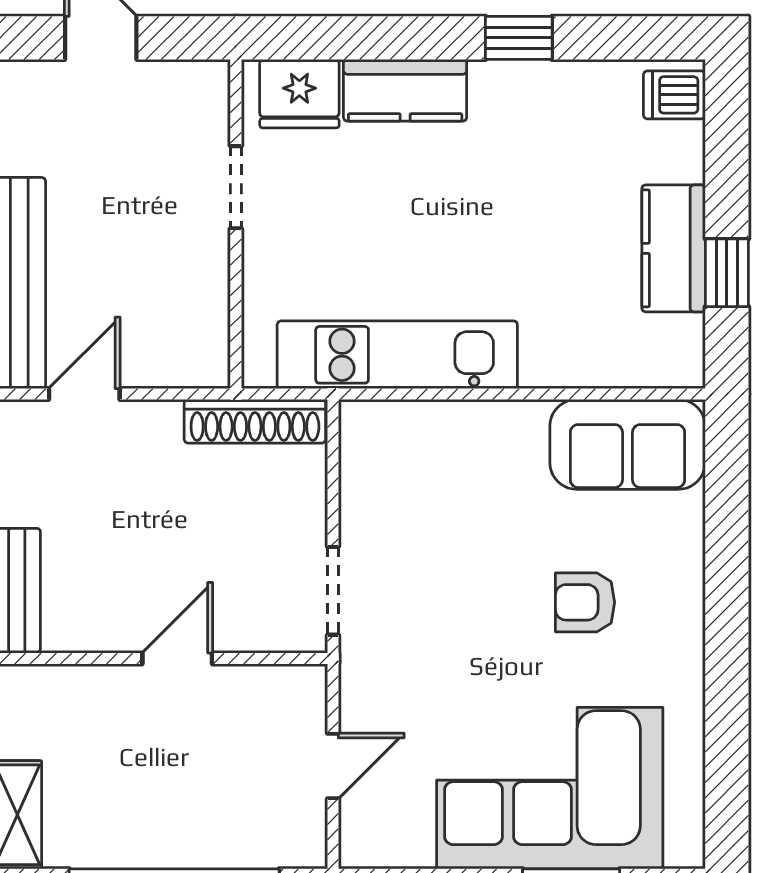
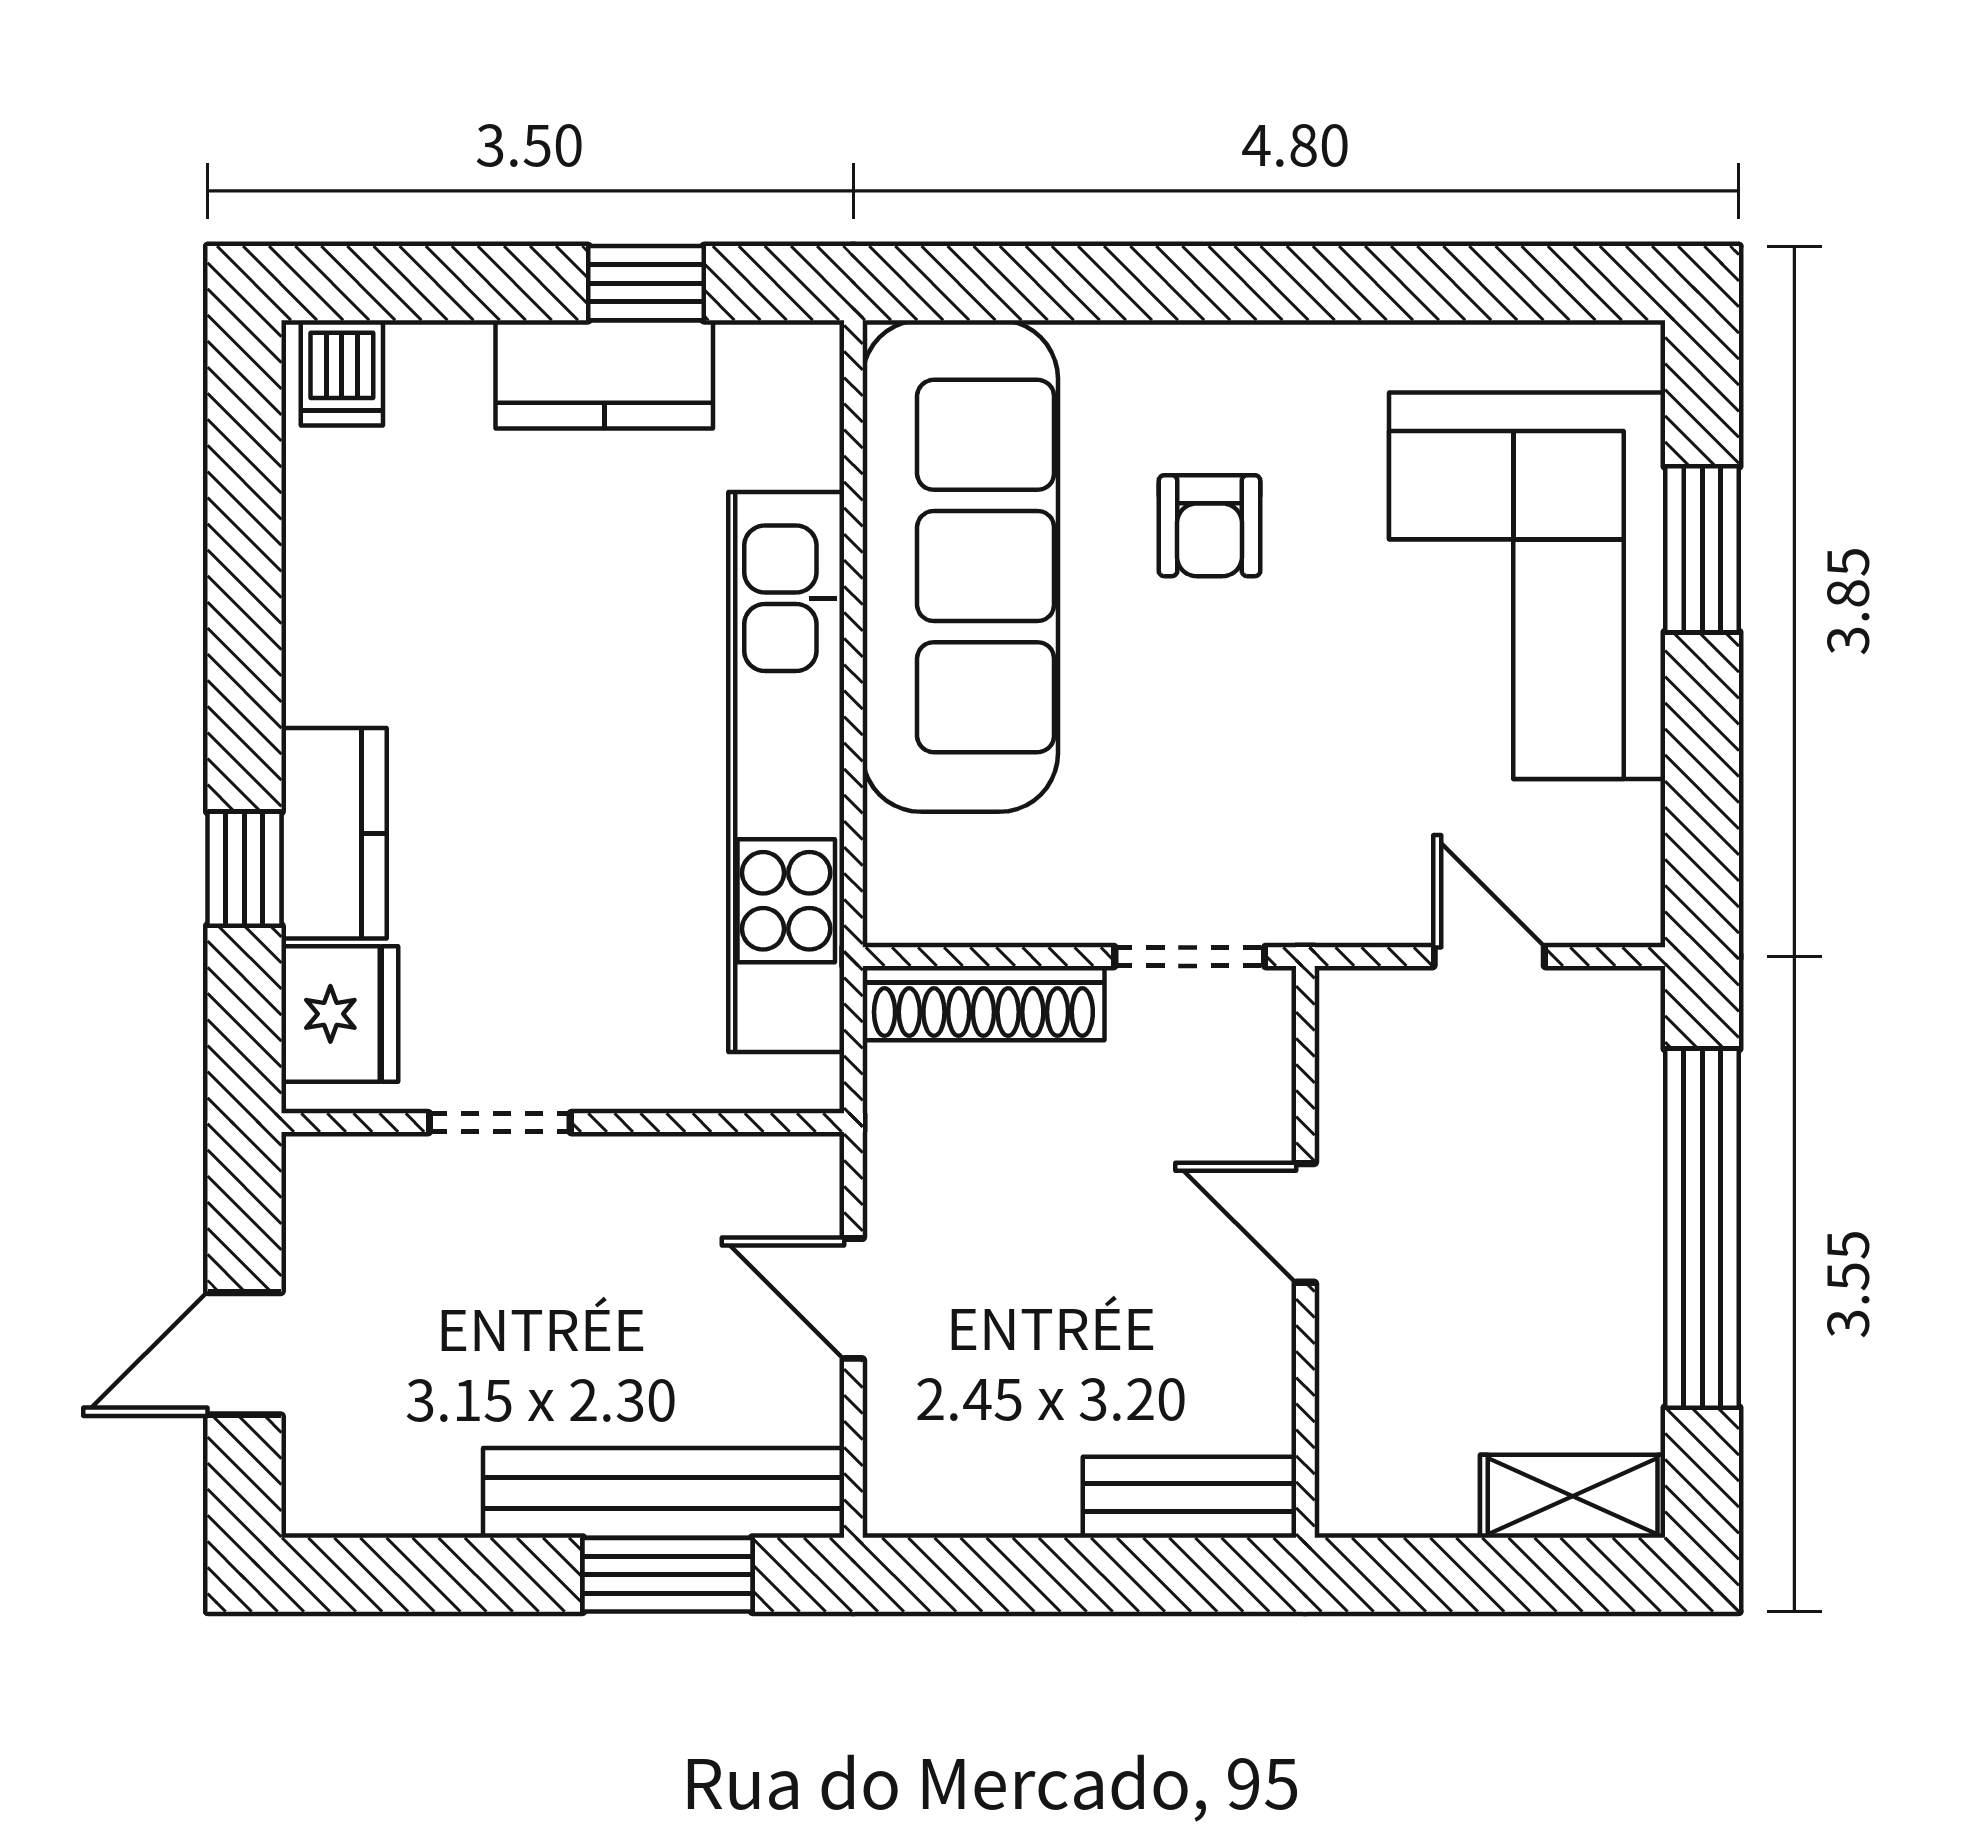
window: (519, 38) -> (244, 869), moved
kitchen unit: (397, 355) -> (786, 772), width x1.36
door: (84, 394) -> (853, 1299), moved
shoe rack: (255, 421) -> (983, 1003), moved, turned 90
sofa: (628, 444) -> (960, 566), width x1.85, depth x1.27

